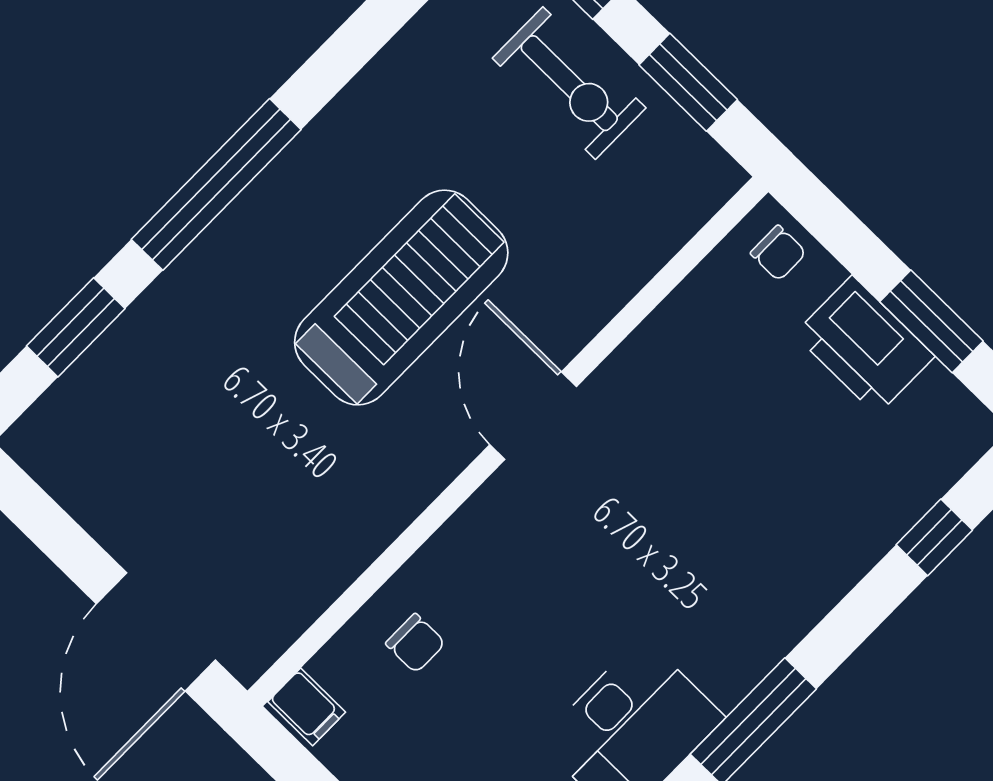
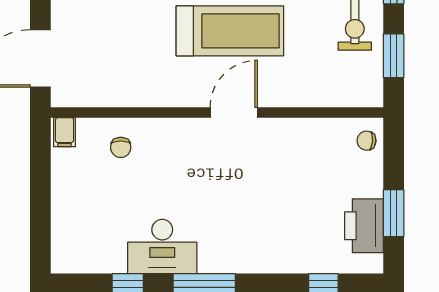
chair: (778, 253) -> (366, 141), turned 94
printer: (864, 345) -> (364, 226), moved

